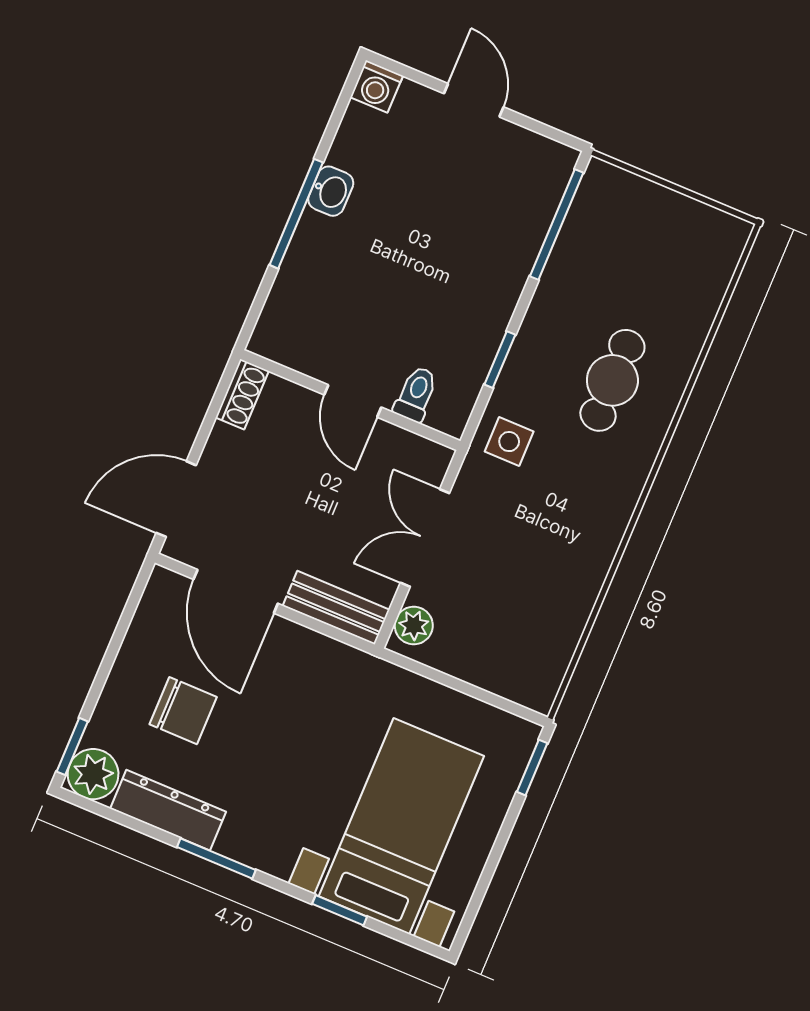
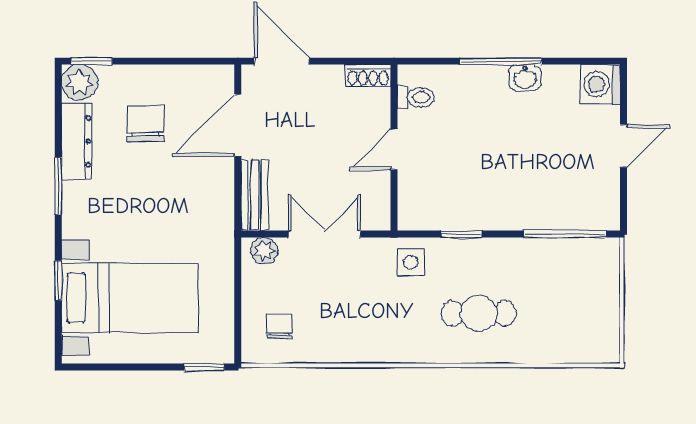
washing machine: (377, 87) -> (600, 84), width x1.38, depth x1.38
toilet: (416, 394) -> (416, 98), moved
chair: (520, 647) -> (279, 326), added
chair: (183, 711) -> (146, 124), turned 180

